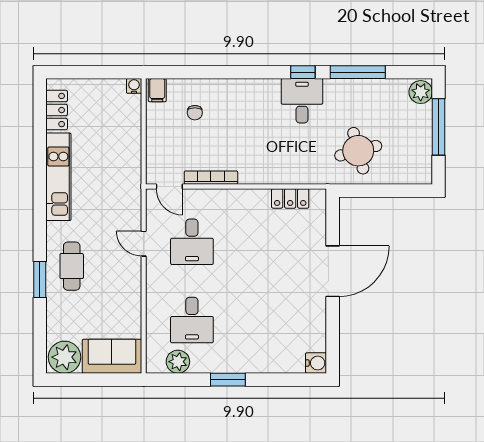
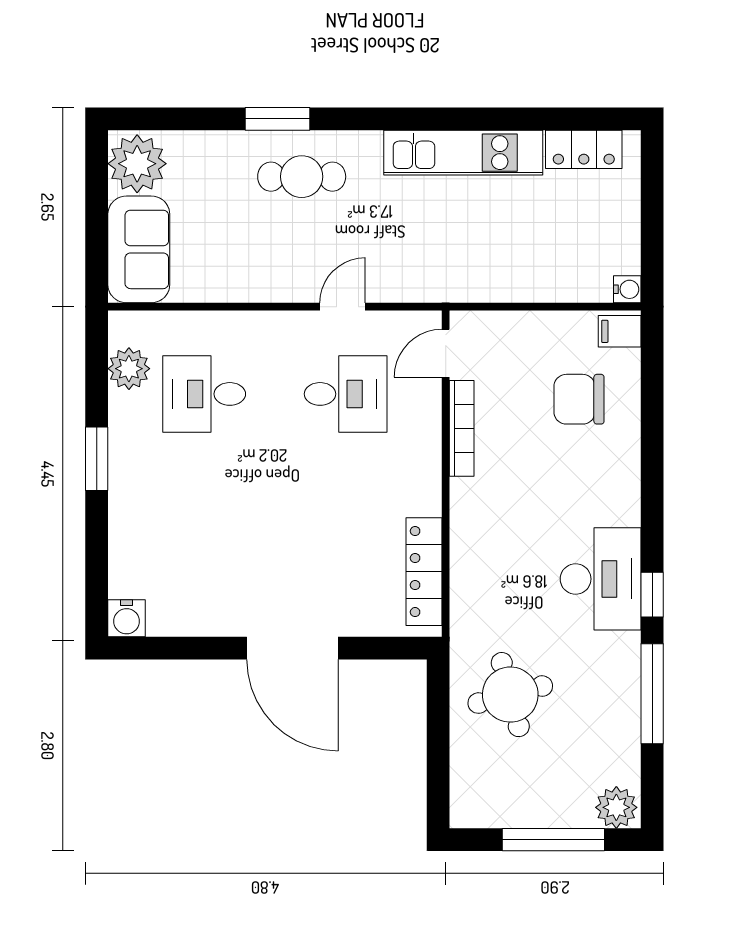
desk: (302, 101) -> (601, 579), width x1.37
chair: (195, 113) -> (579, 399), width x1.87, depth x1.87
locker: (290, 198) -> (424, 572), width x1.53
desk: (192, 242) -> (346, 394), turned 180

